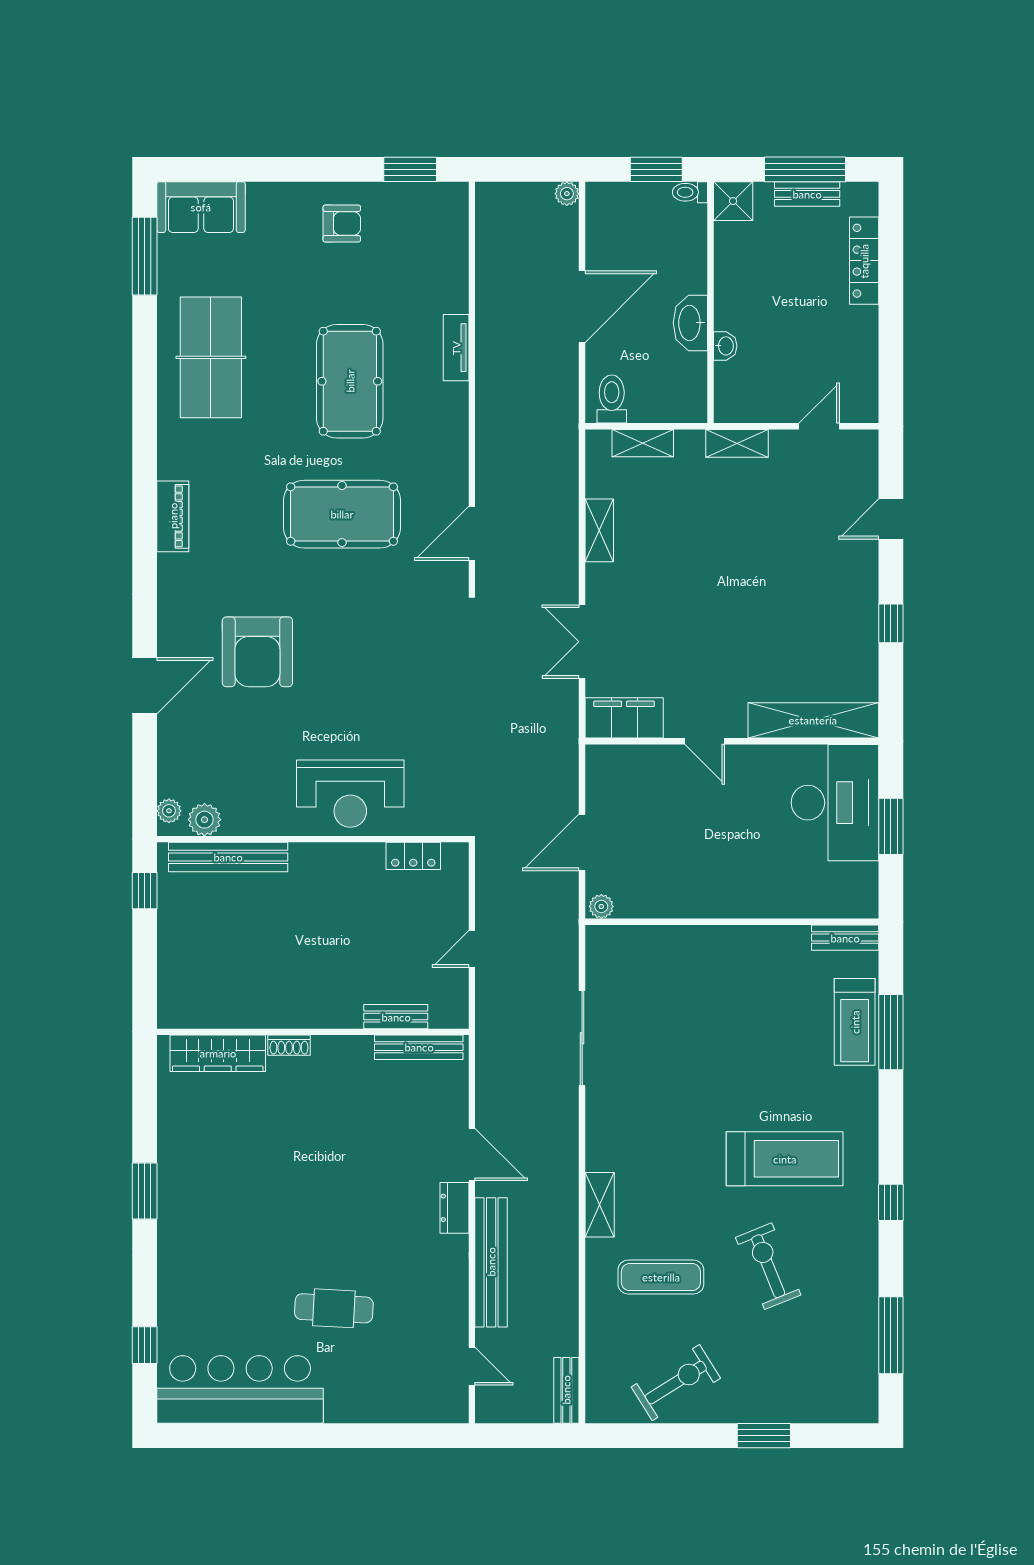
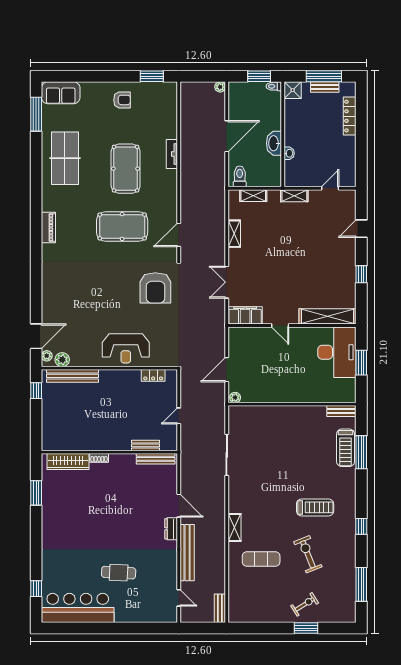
armchair: (257, 652) -> (155, 288), moved
door: (145, 686) -> (36, 336), moved
treadmill: (785, 1159) -> (315, 507), width x0.73, depth x0.73
window: (145, 1191) -> (36, 493), moved
exercise bike: (676, 1383) -> (305, 604), moved, width x0.73, depth x0.72

